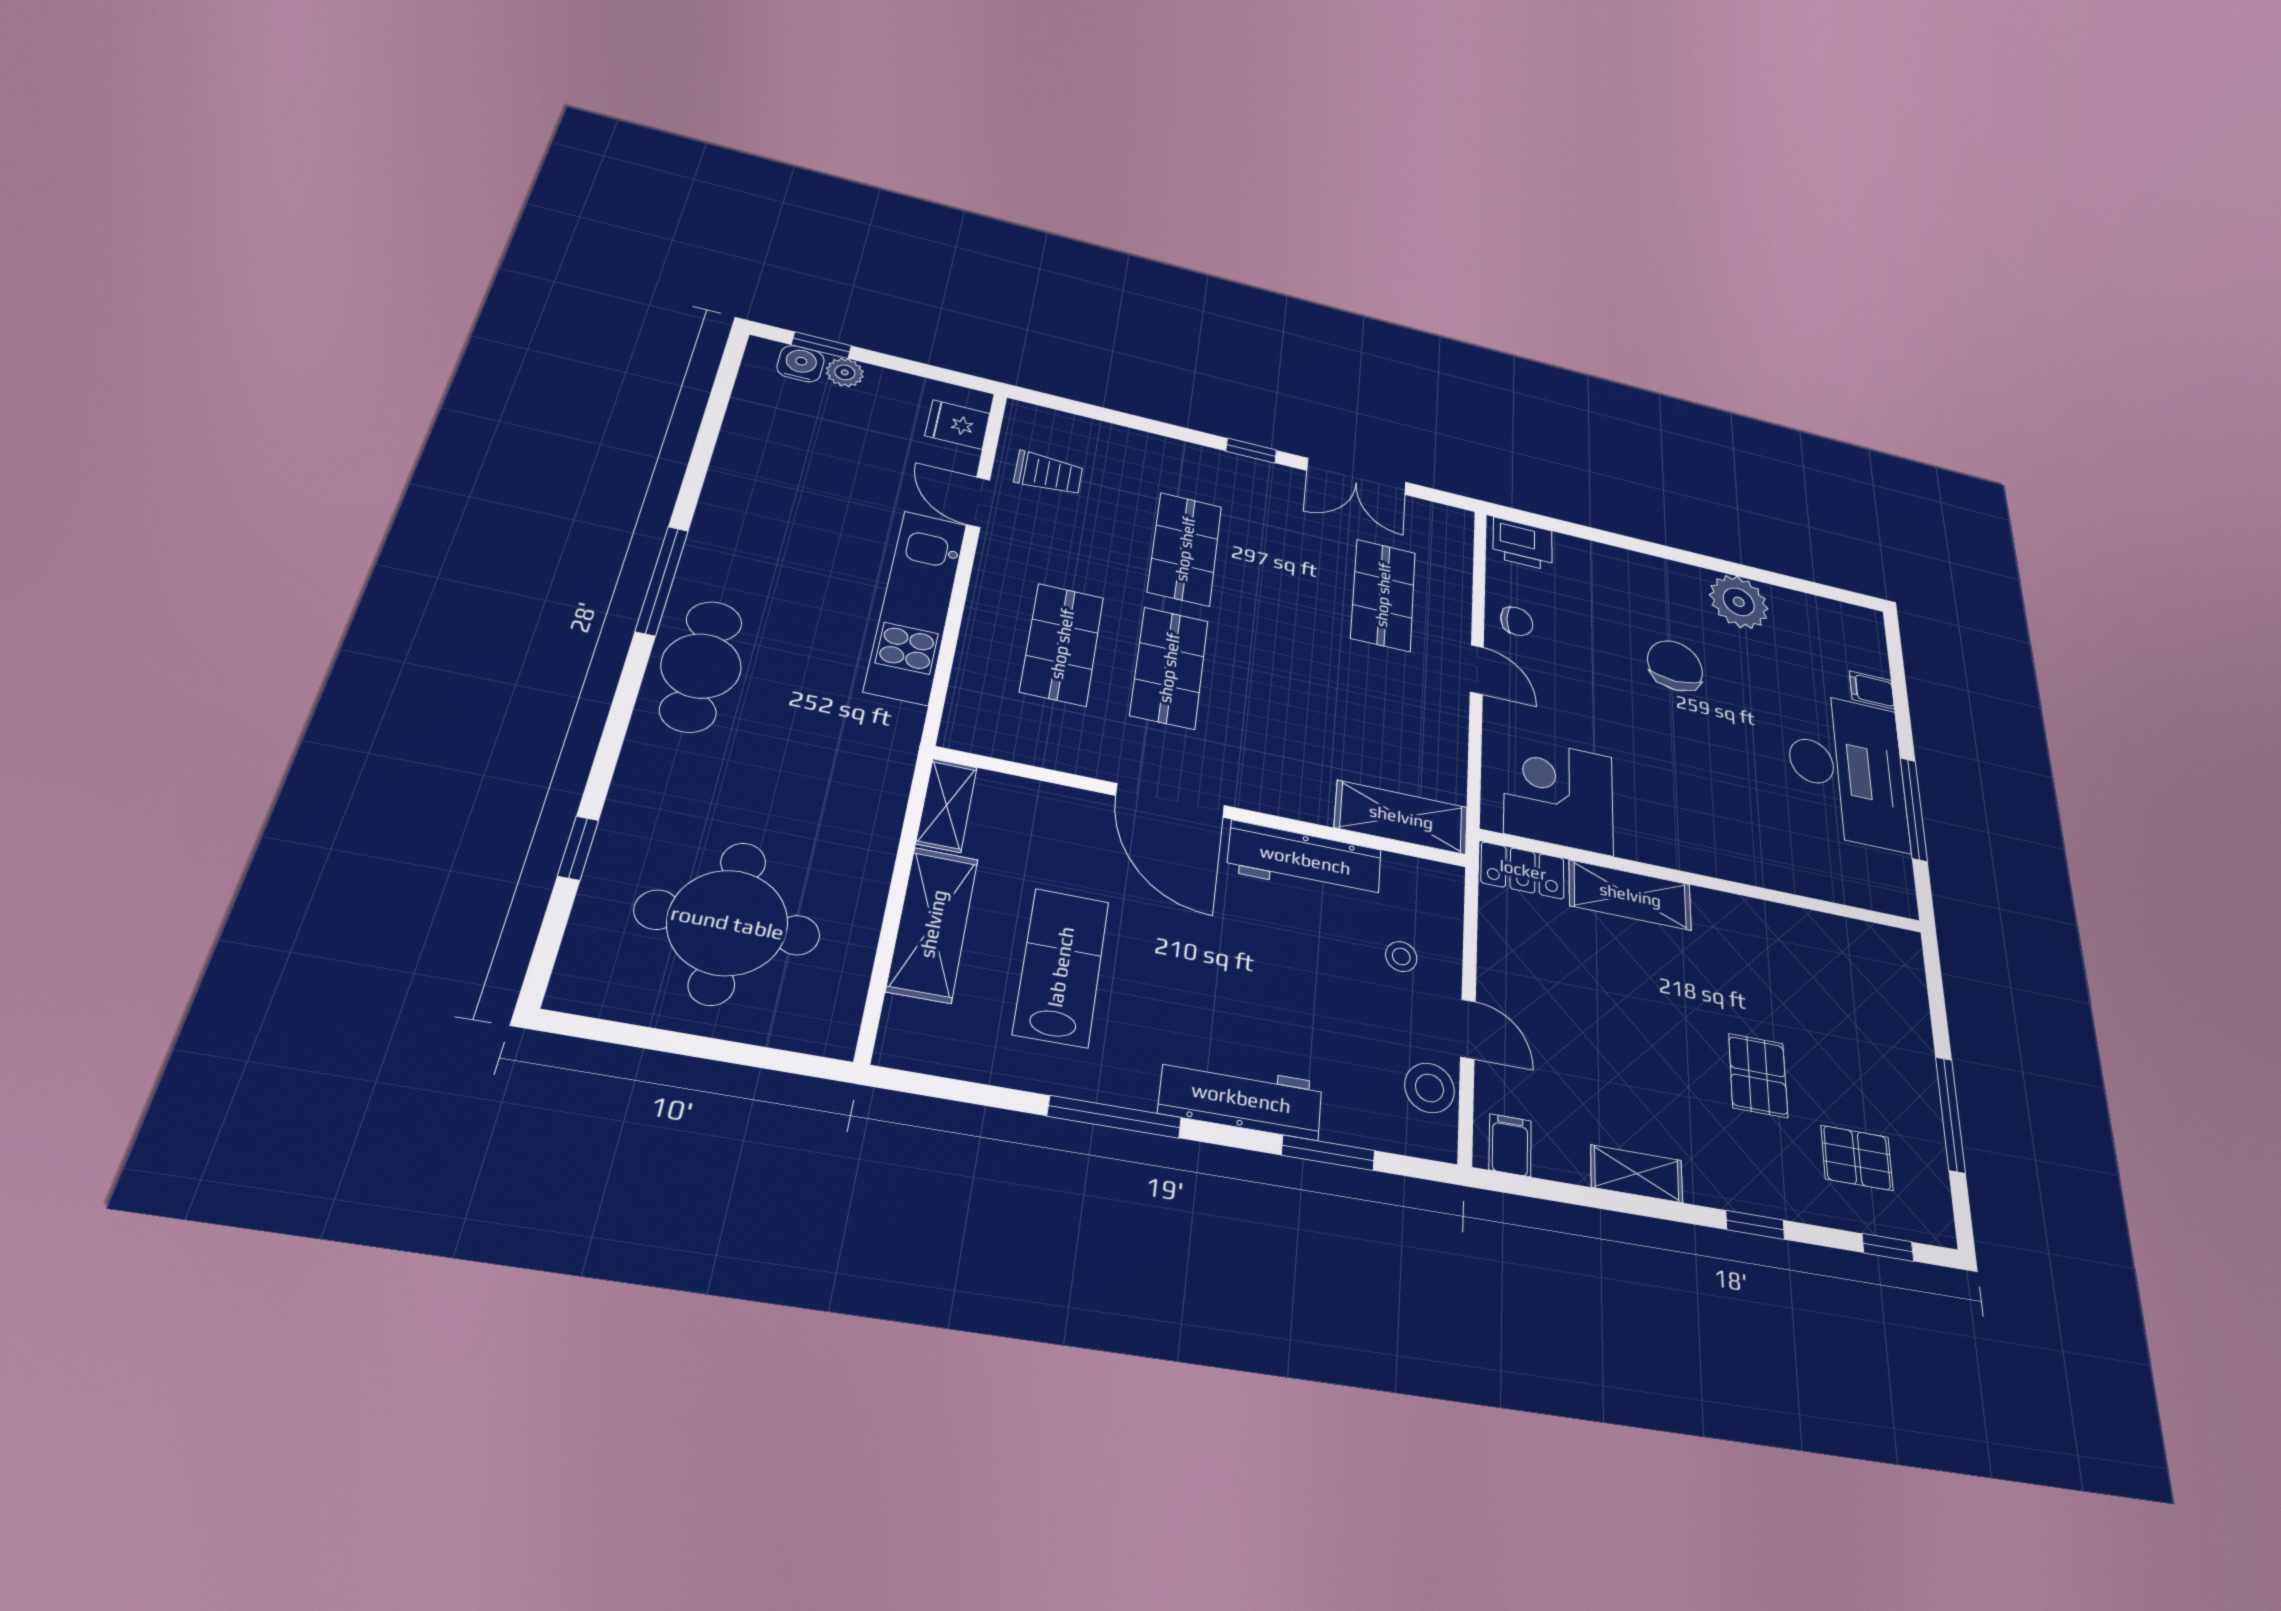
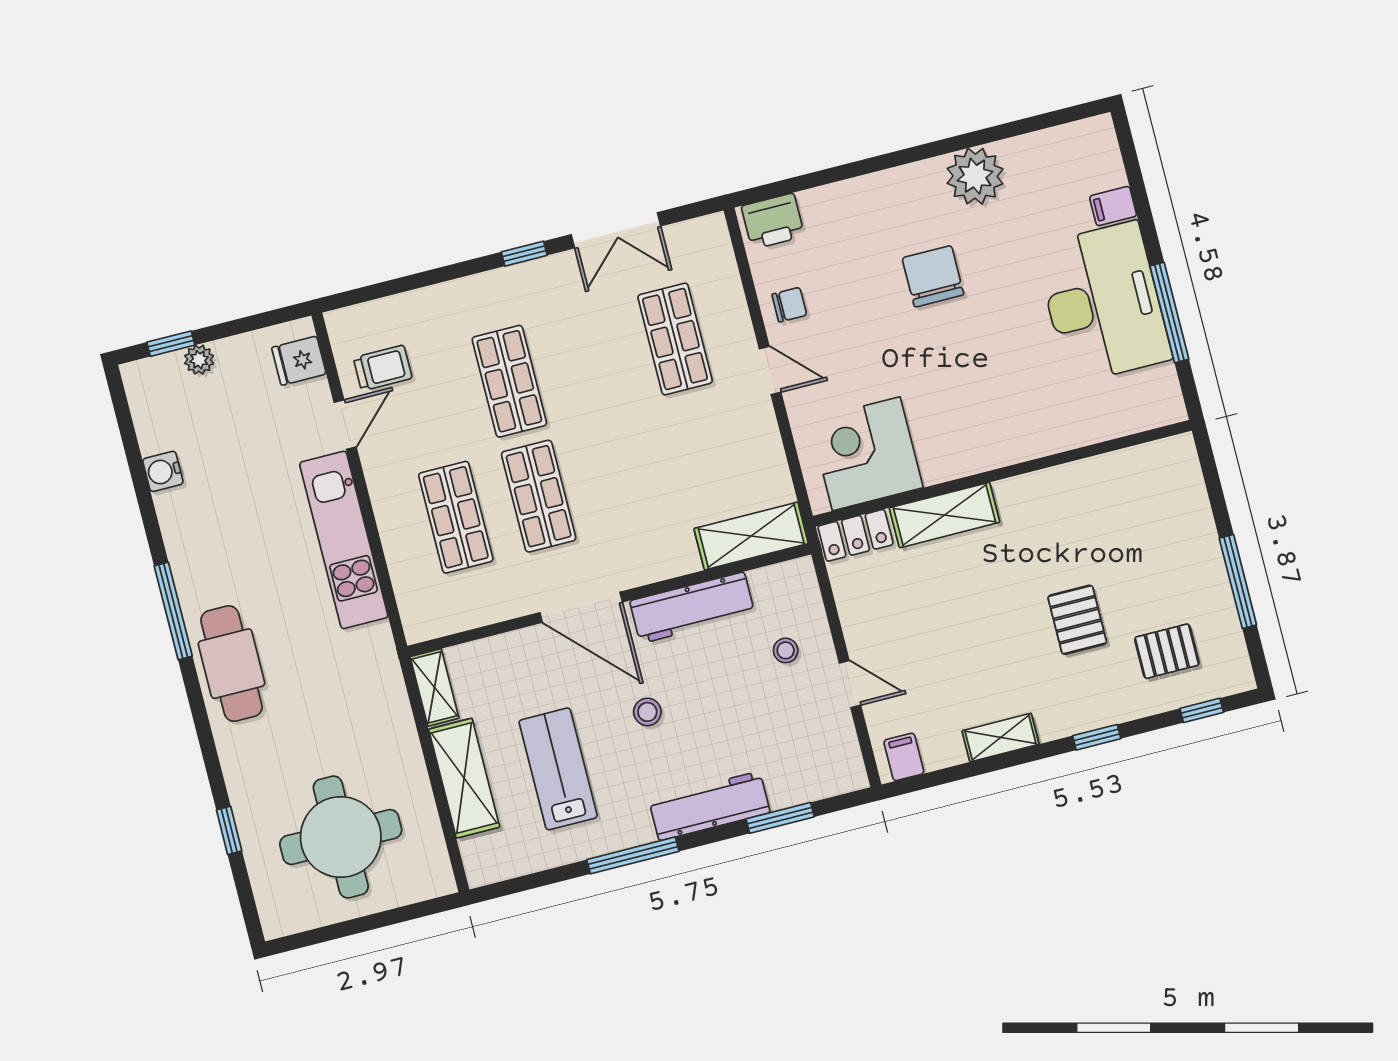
water cooler: (801, 364) -> (163, 471), moved, turned -90
door: (978, 502) -> (345, 425), swing flipped
stool: (1429, 1088) -> (647, 712), moved, width x0.73, depth x0.73

